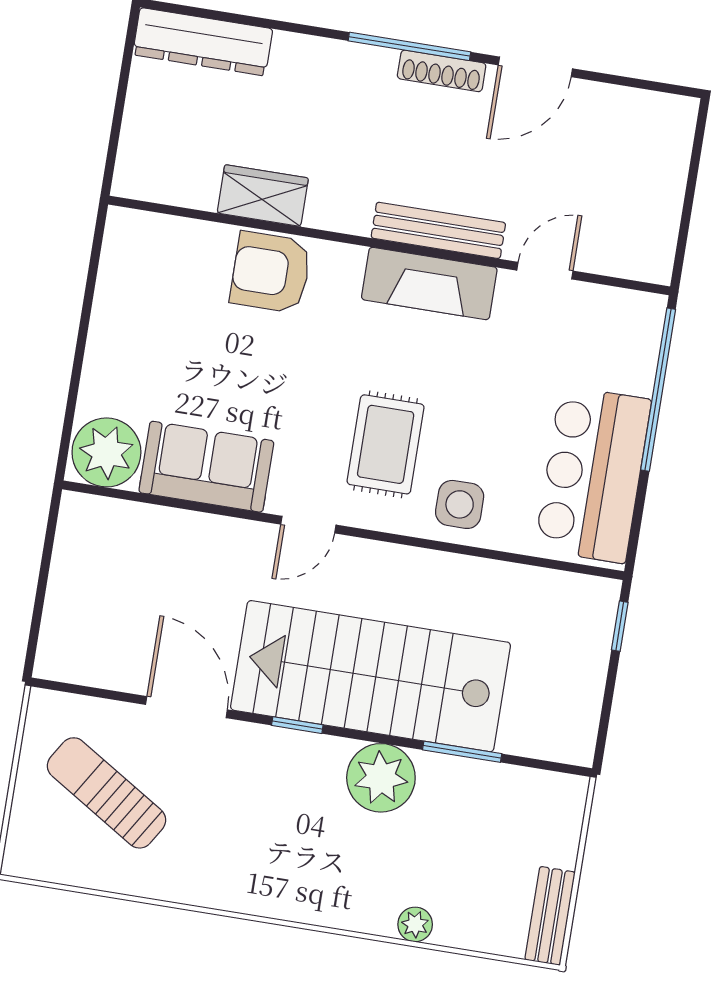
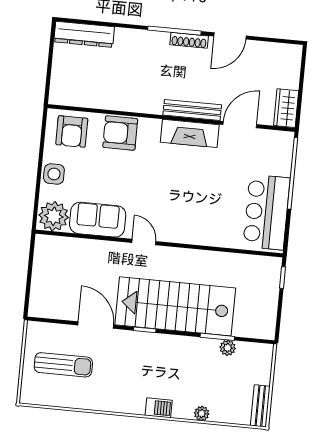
wardrobe: (263, 195) -> (286, 108), moved, turned -90
armchair: (160, 262) -> (72, 131), added
door: (545, 271) -> (240, 125), width x1.38
rug: (386, 444) -> (175, 205), removed
side table: (460, 504) -> (54, 174), moved
door: (308, 525) -> (144, 242), swing flipped
plant: (381, 778) -> (228, 348), moved, width x0.53, depth x0.53
sun lounger: (106, 793) -> (63, 365), turned 148
barbecue: (318, 905) -> (159, 408), added

